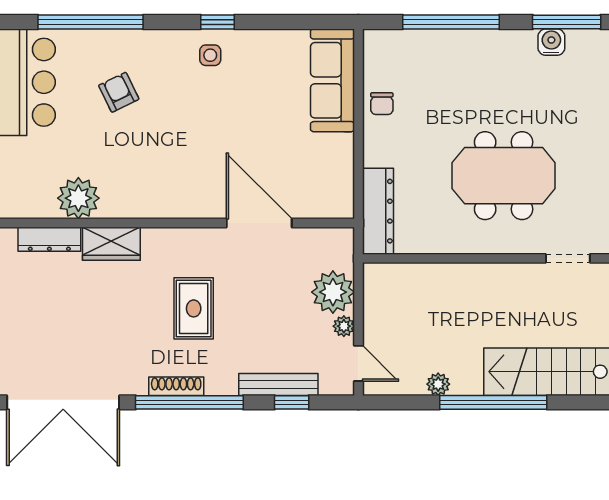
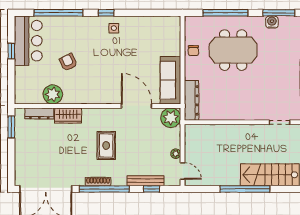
window: (218, 22) -> (106, 13), moved
sofa: (332, 80) -> (170, 80), moved
armchair: (119, 92) -> (68, 62), moved
meeting table: (504, 176) -> (233, 50), moved
plant: (333, 292) -> (171, 118), moved
plant: (438, 384) -> (219, 181), removed

